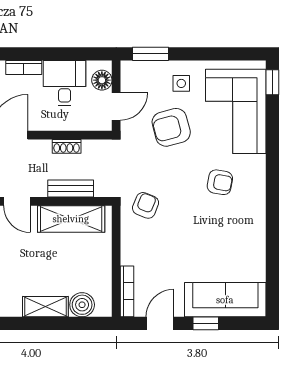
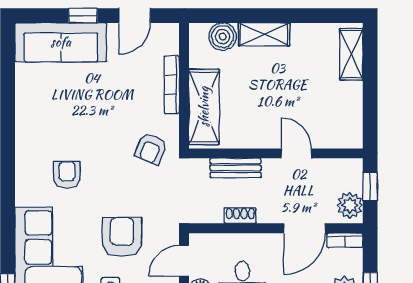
armchair: (171, 127) -> (122, 237), turned -75
armchair: (220, 182) -> (67, 175), turned 80
shelving: (71, 219) -> (204, 107), moved, turned 90
bookcase: (127, 291) -> (172, 85), moved

